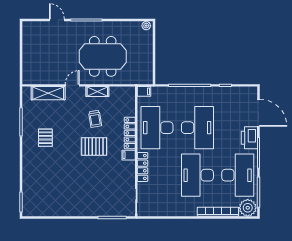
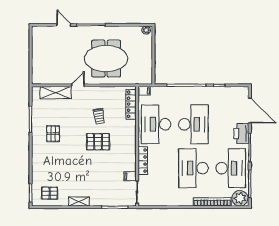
shelving: (97, 92) -> (79, 202), moved
locker: (130, 133) -> (131, 104), moved
filing cabinet: (129, 155) -> (130, 176), moved
pallet: (42, 202) -> (50, 193), added

